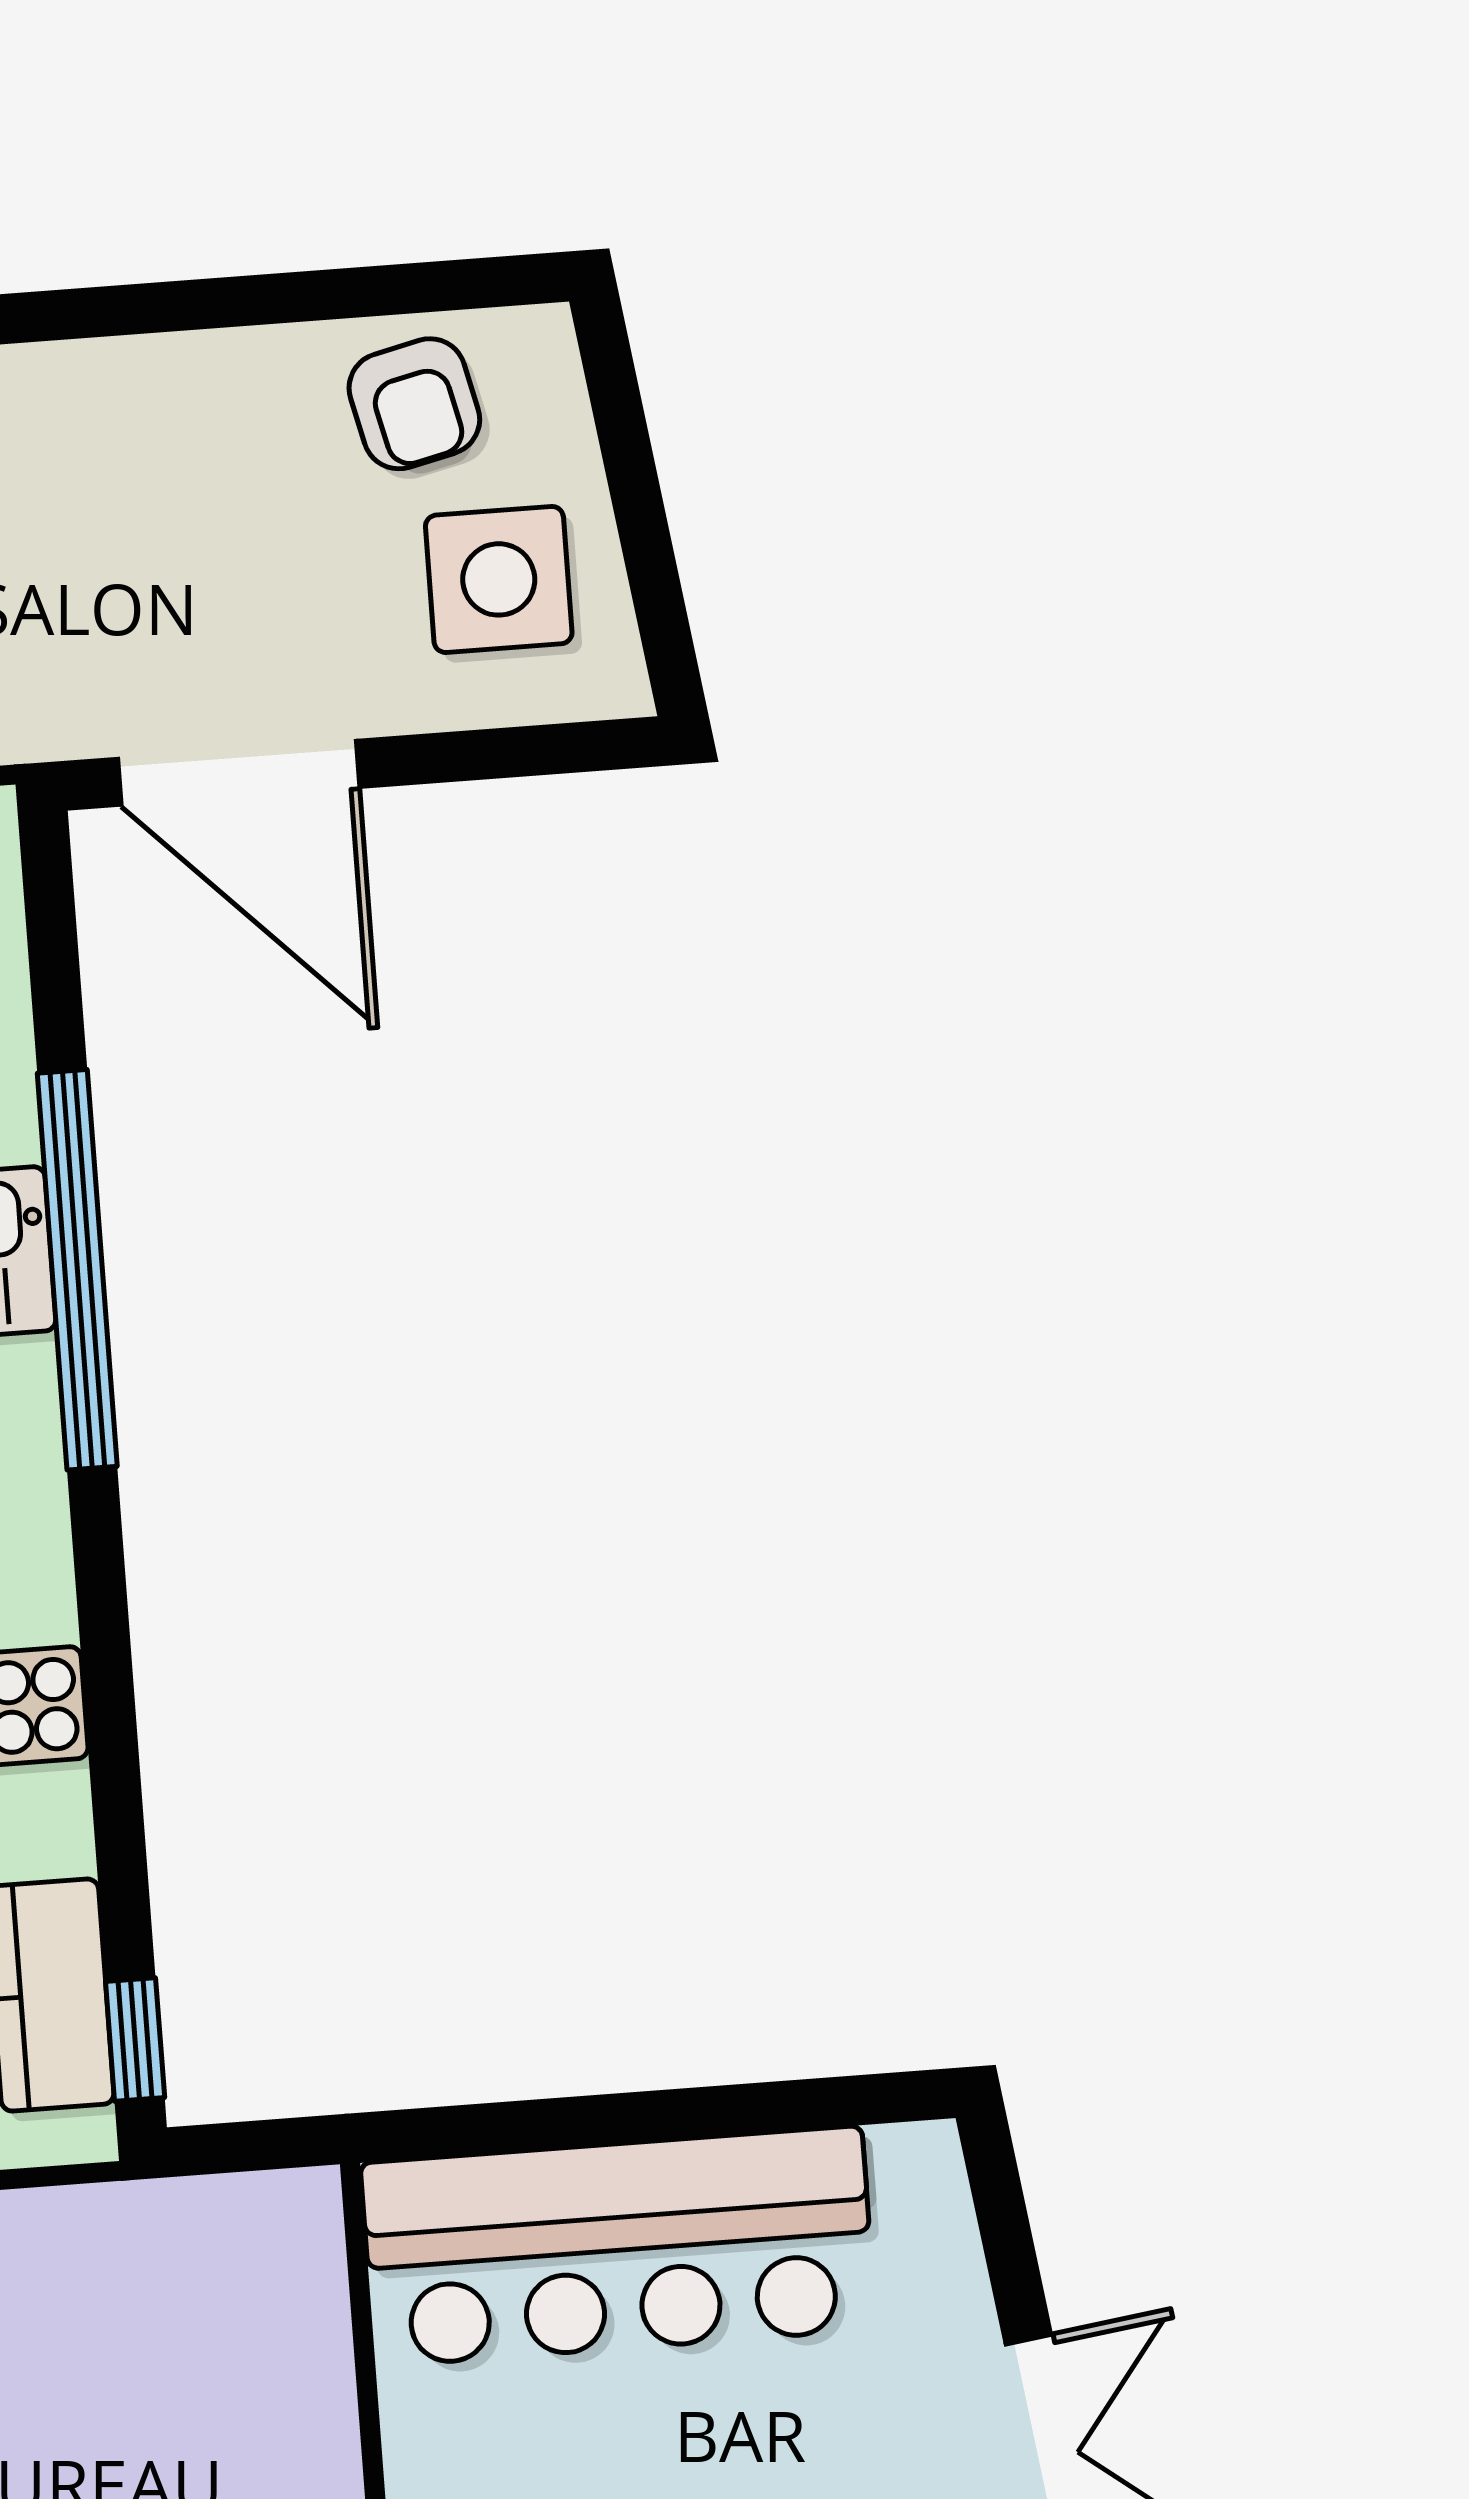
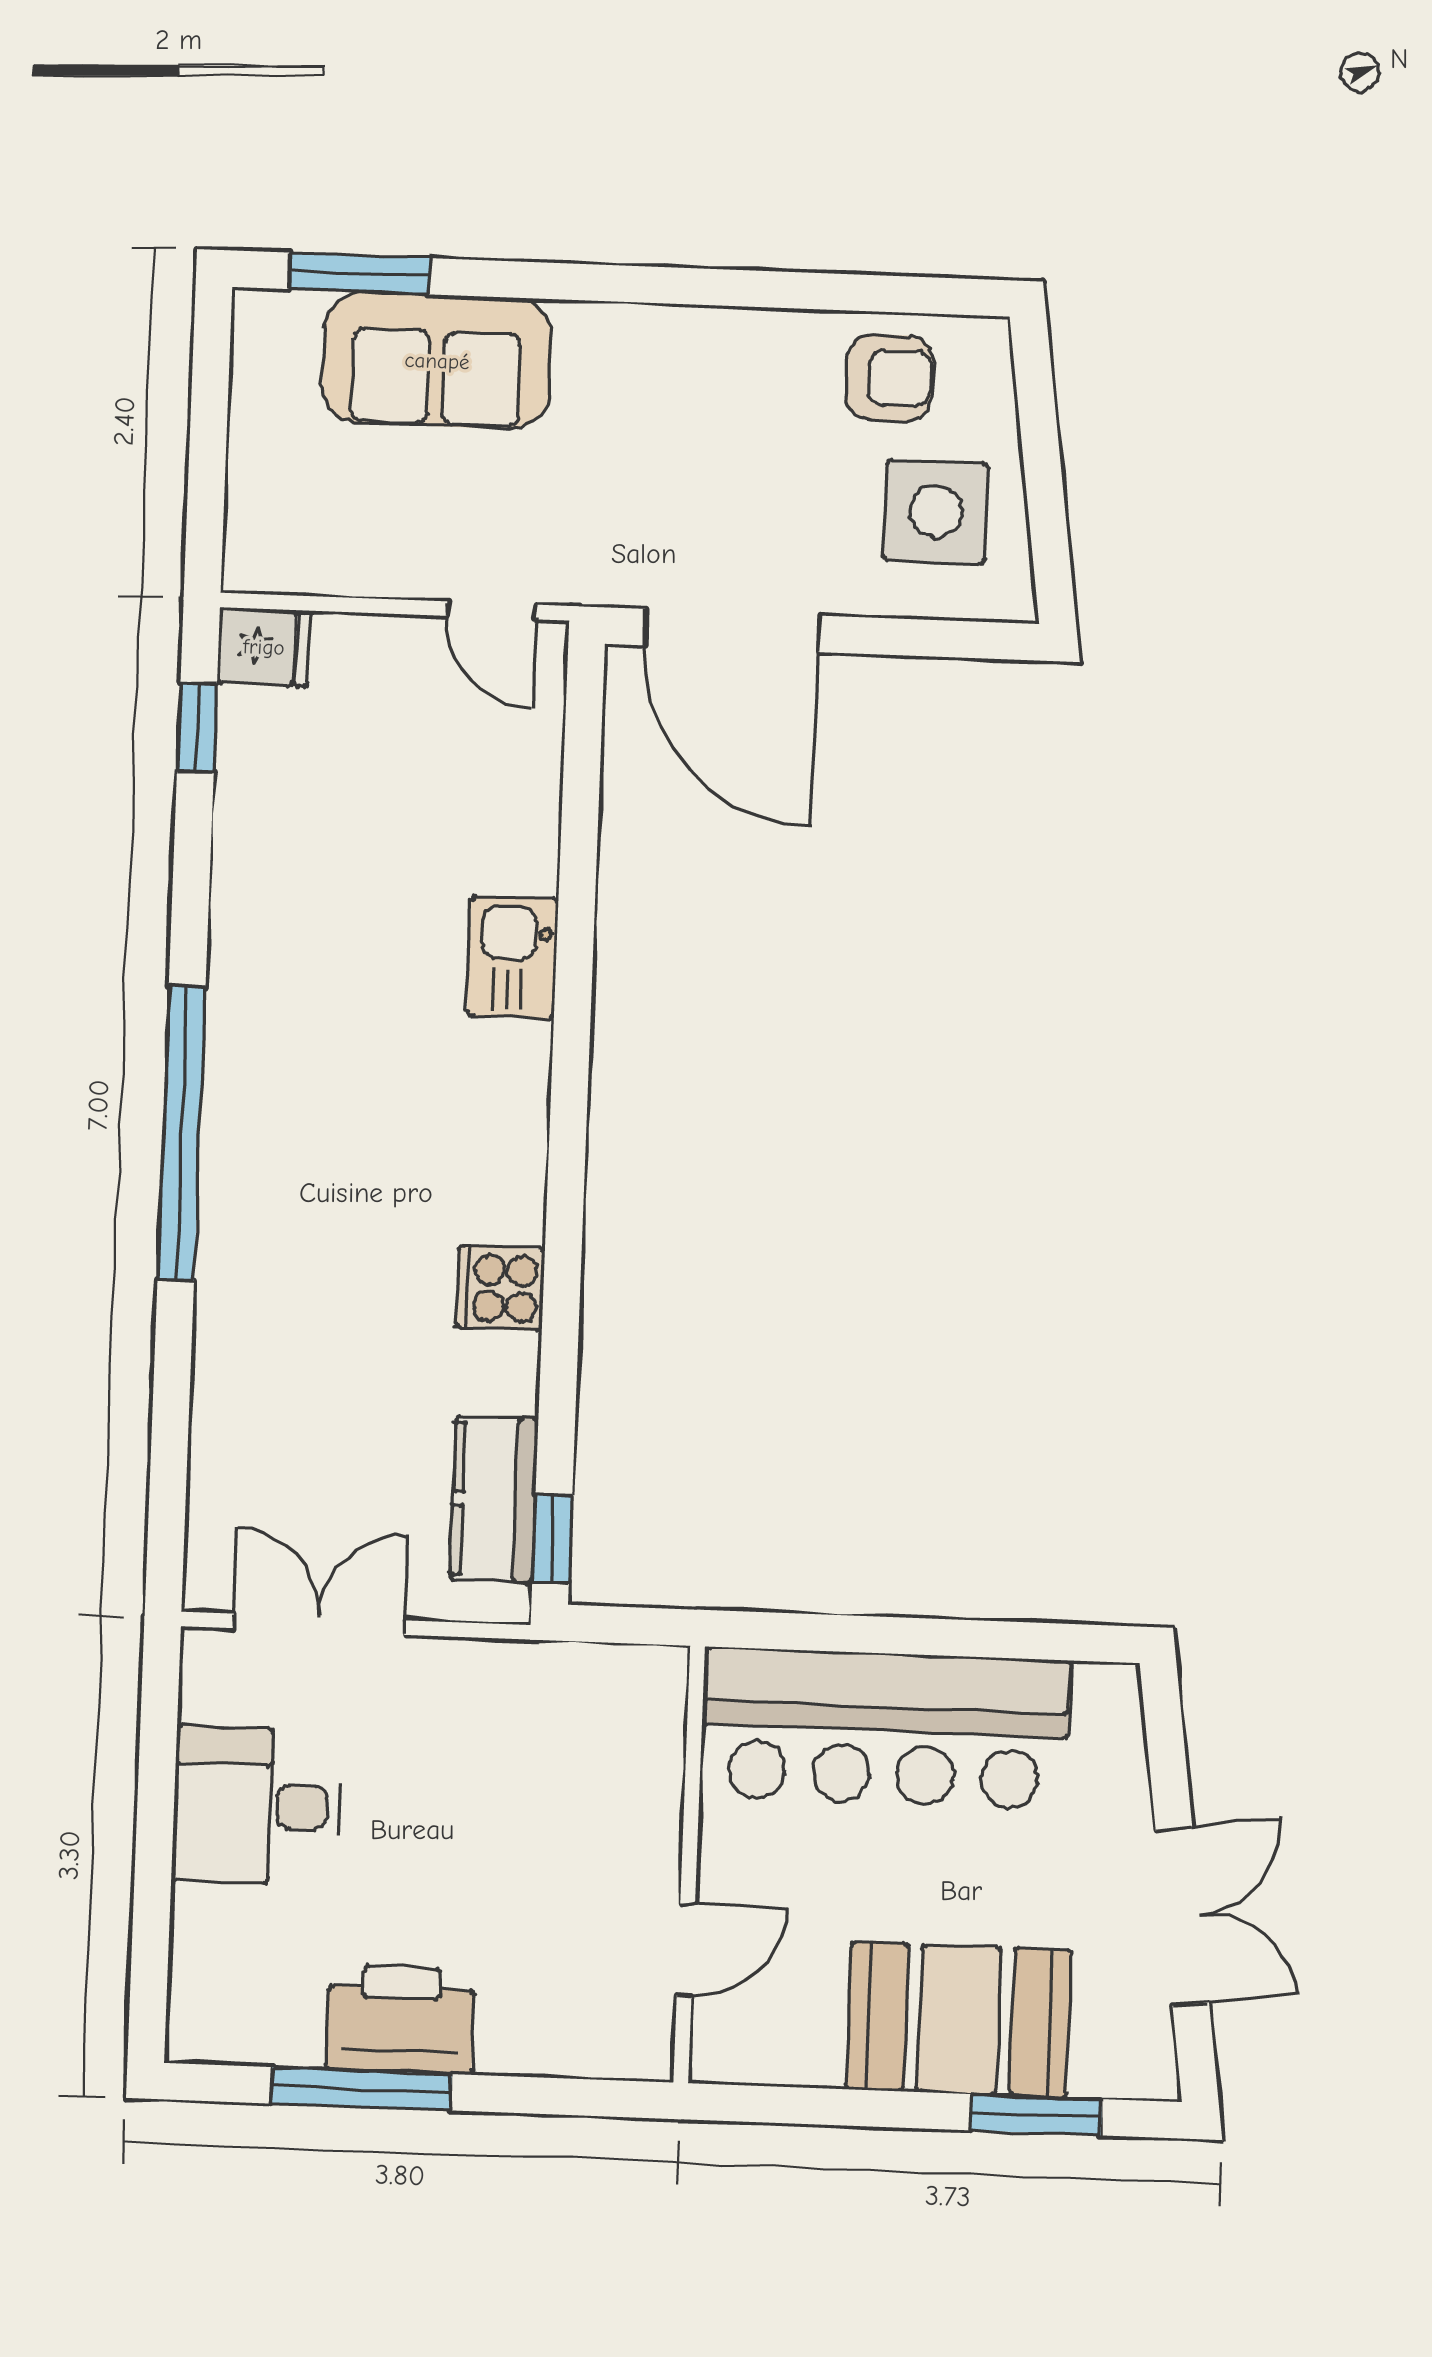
armchair: (414, 404) -> (889, 378), turned -77
window: (77, 1270) -> (574, 977), removed

